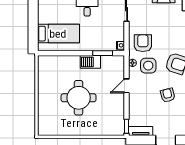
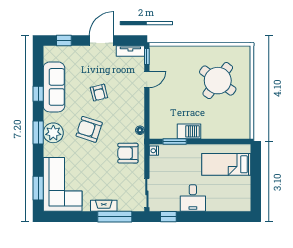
armchair: (143, 43) -> (128, 153), turned 90
side table: (148, 66) -> (122, 127), removed
door: (127, 86) -> (147, 79), moved
round table: (79, 98) -> (218, 81), moved, turned 36

